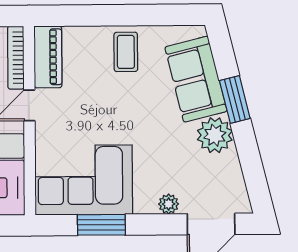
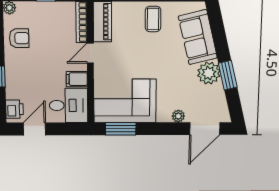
window: (235, 99) -> (228, 75), moved
window: (101, 225) -> (121, 129), moved

